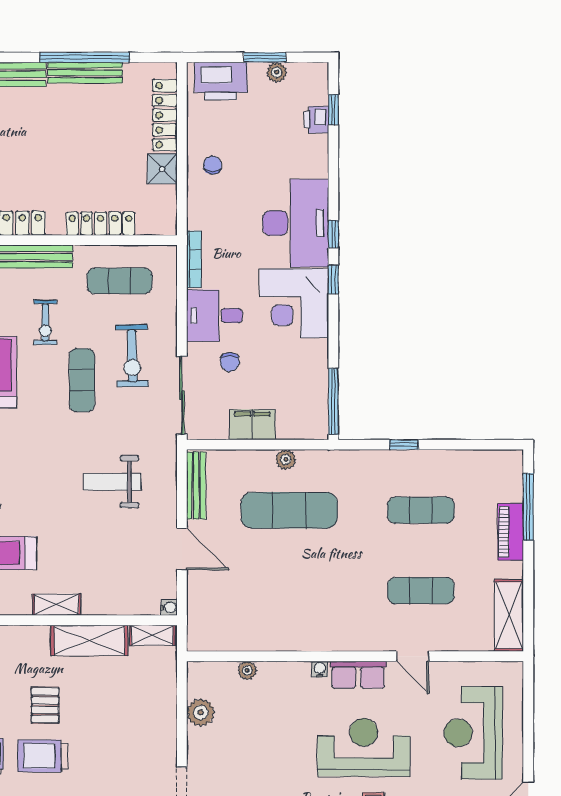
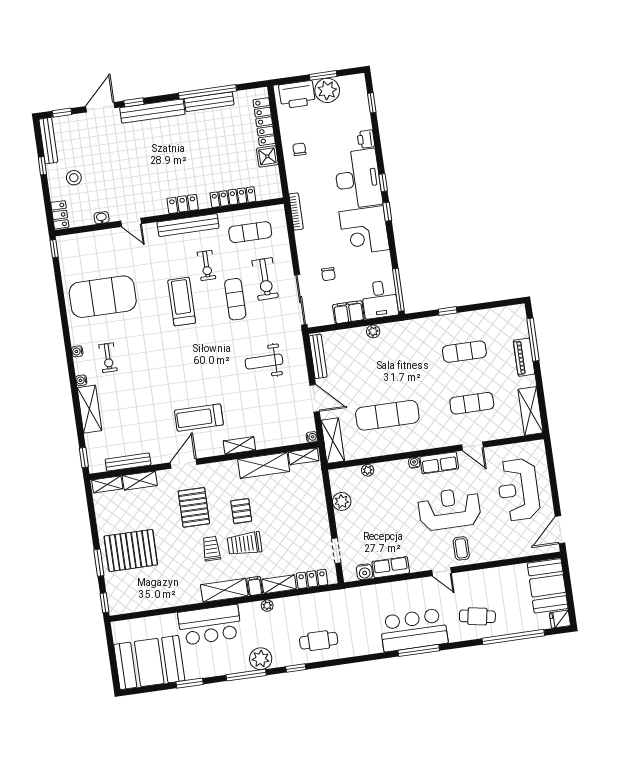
plant: (277, 72) -> (327, 90), width x1.88, depth x1.88
printer: (316, 120) -> (366, 139), moved
desk: (214, 316) -> (380, 299), moved, turned -90
exercise mat: (289, 510) -> (387, 415), moved
shelving: (200, 618) -> (333, 441), added

